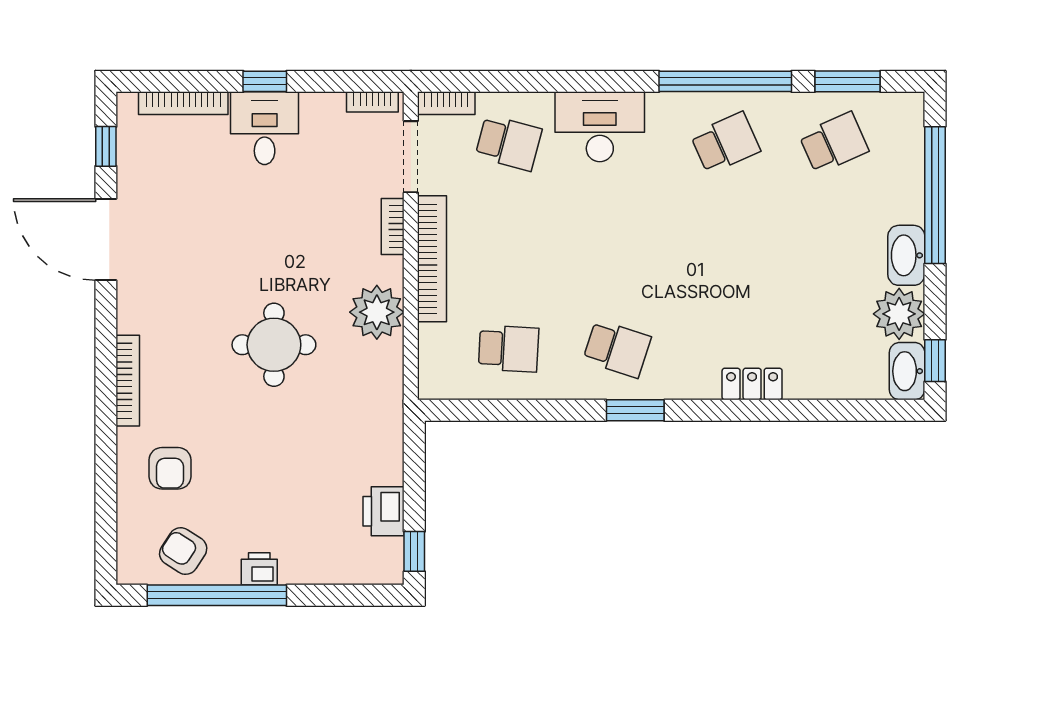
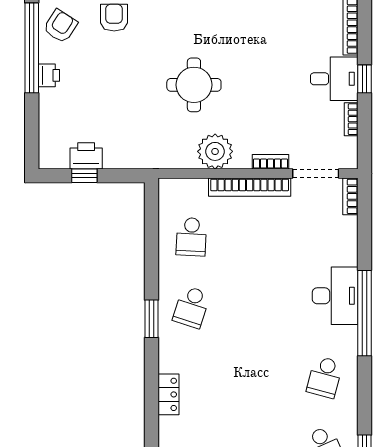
window: (725, 81) -> (364, 313), moved
bookcase: (372, 102) -> (351, 119), moved
school desk: (509, 143) -> (325, 237), removed
school desk: (725, 143) -> (325, 377), turned 39
armchair: (170, 468) -> (114, 18), turned 90
window: (414, 551) -> (84, 176), moved

